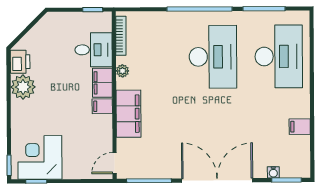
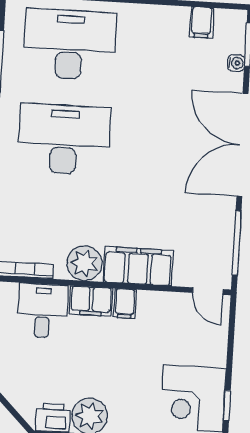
plant: (122, 71) -> (84, 263), width x1.87, depth x1.87
filing cabinet: (300, 127) -> (202, 22), moved

